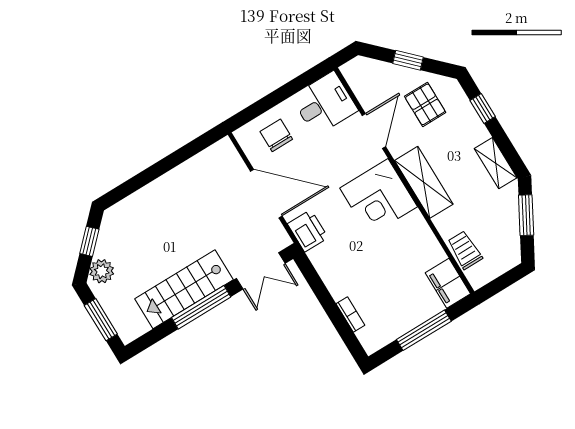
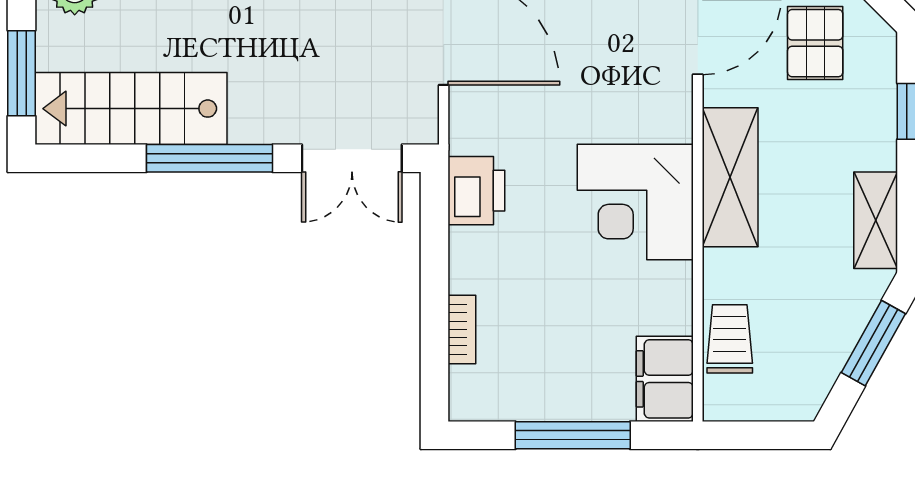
corner desk: (379, 197) -> (635, 202), moved
printer: (308, 231) -> (476, 191), moved
stairs: (184, 289) -> (131, 109), moved

